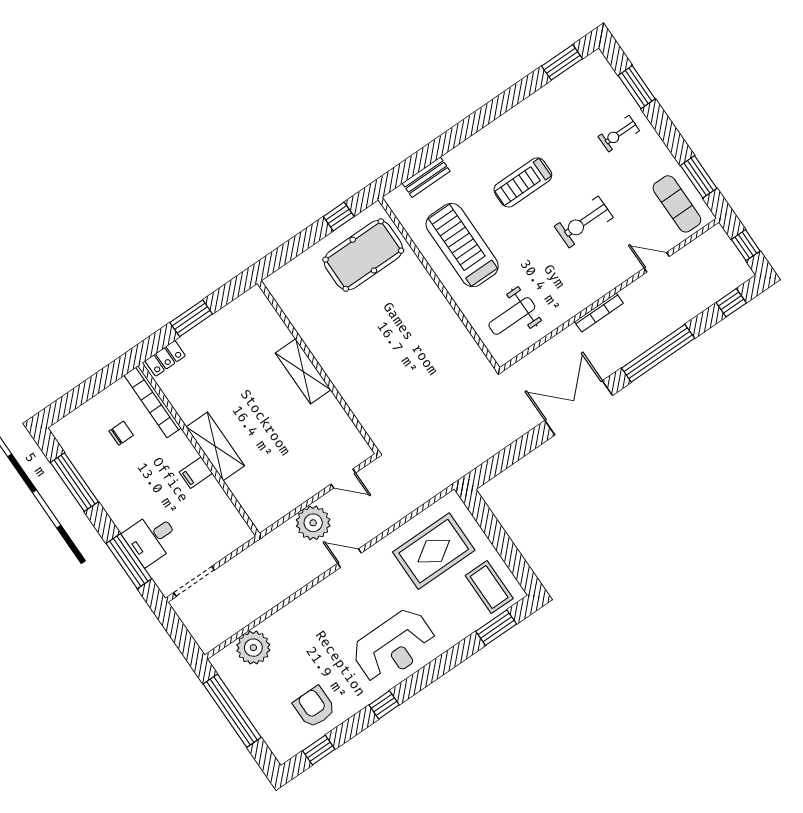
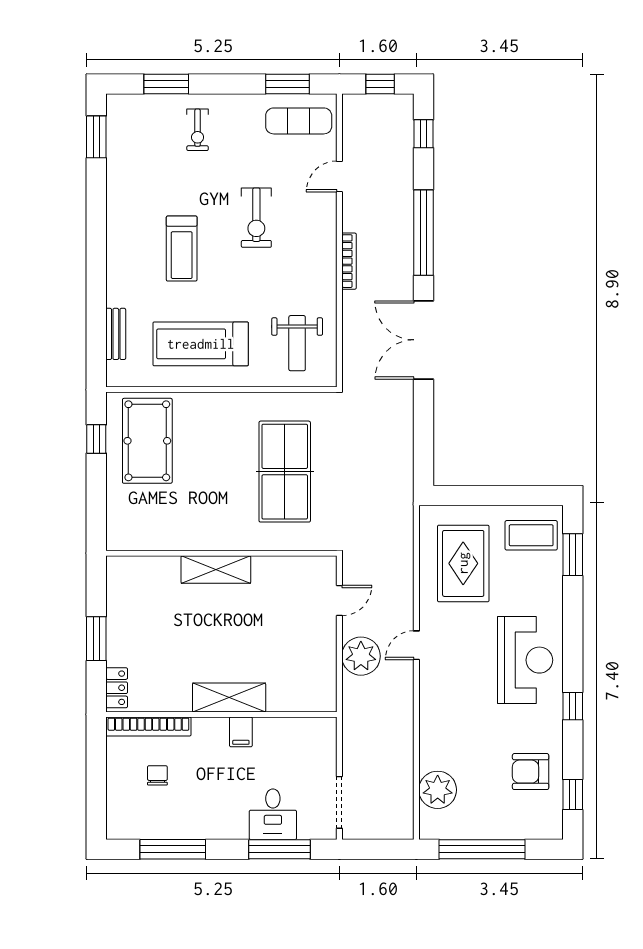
table tennis table: (411, 372) -> (285, 472), added

